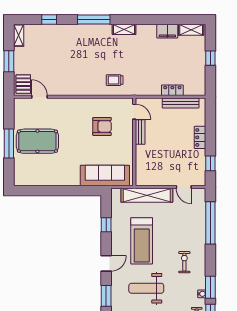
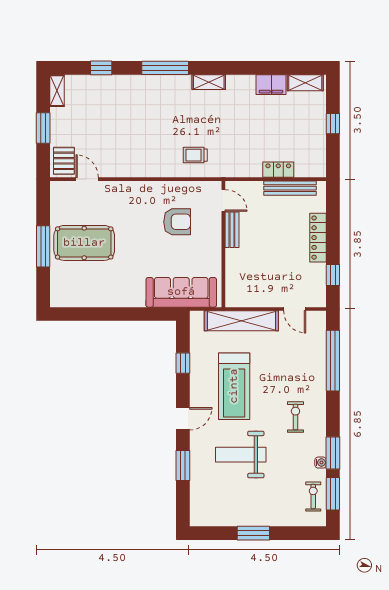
locker: (200, 137) -> (318, 238), width x1.53

